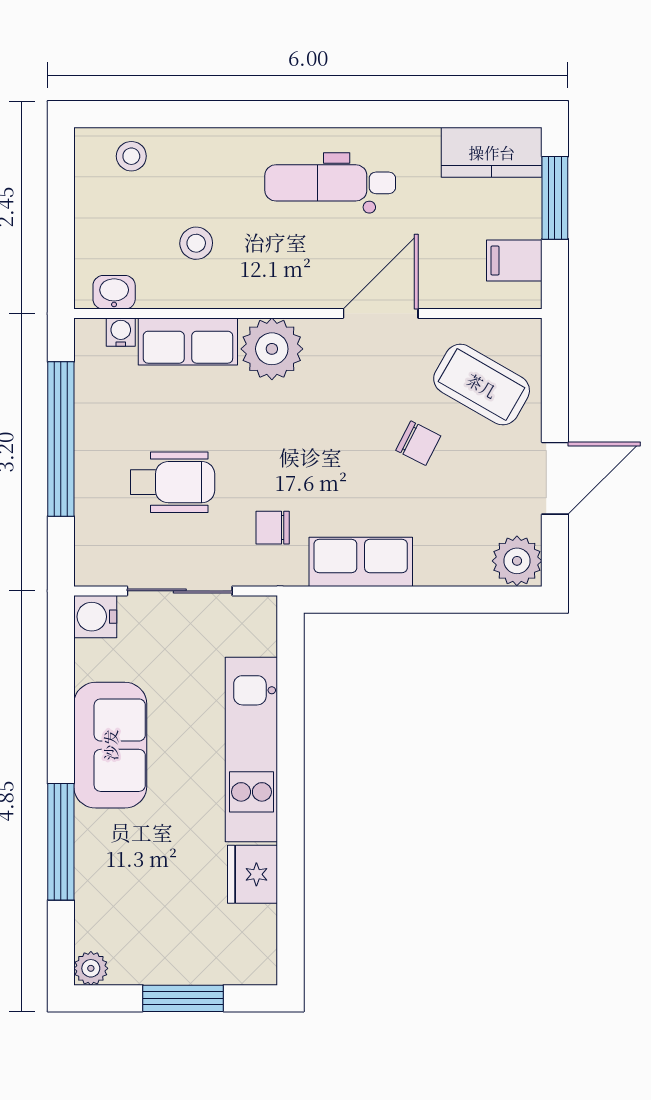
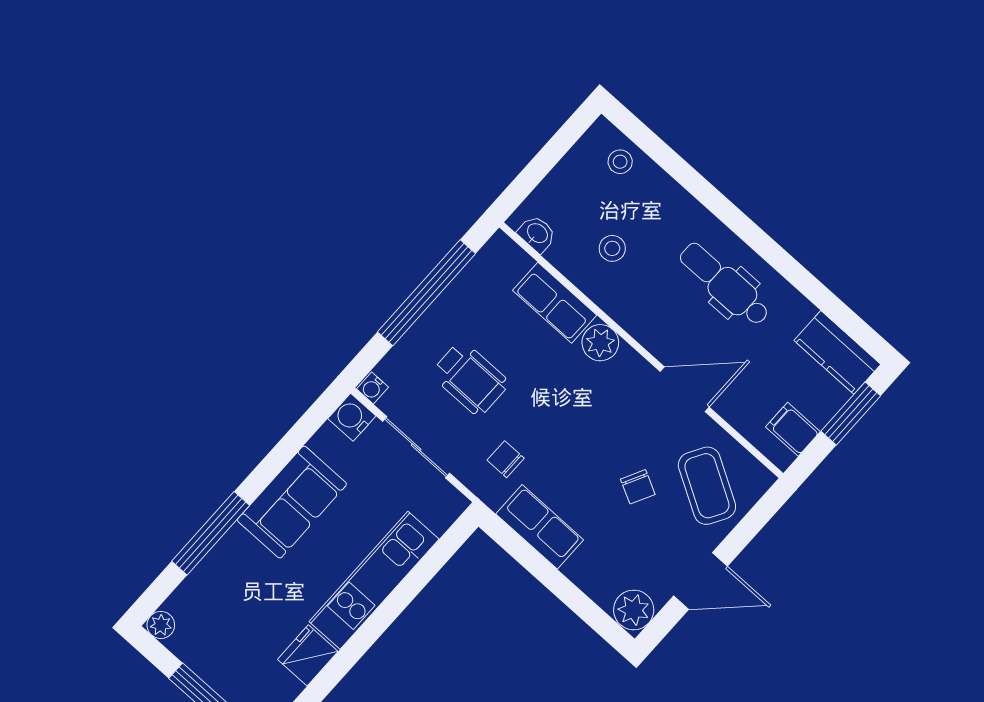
water cooler: (121, 332) -> (372, 388), moved, turned 180
plant: (272, 349) -> (600, 343), width x0.73, depth x0.73

